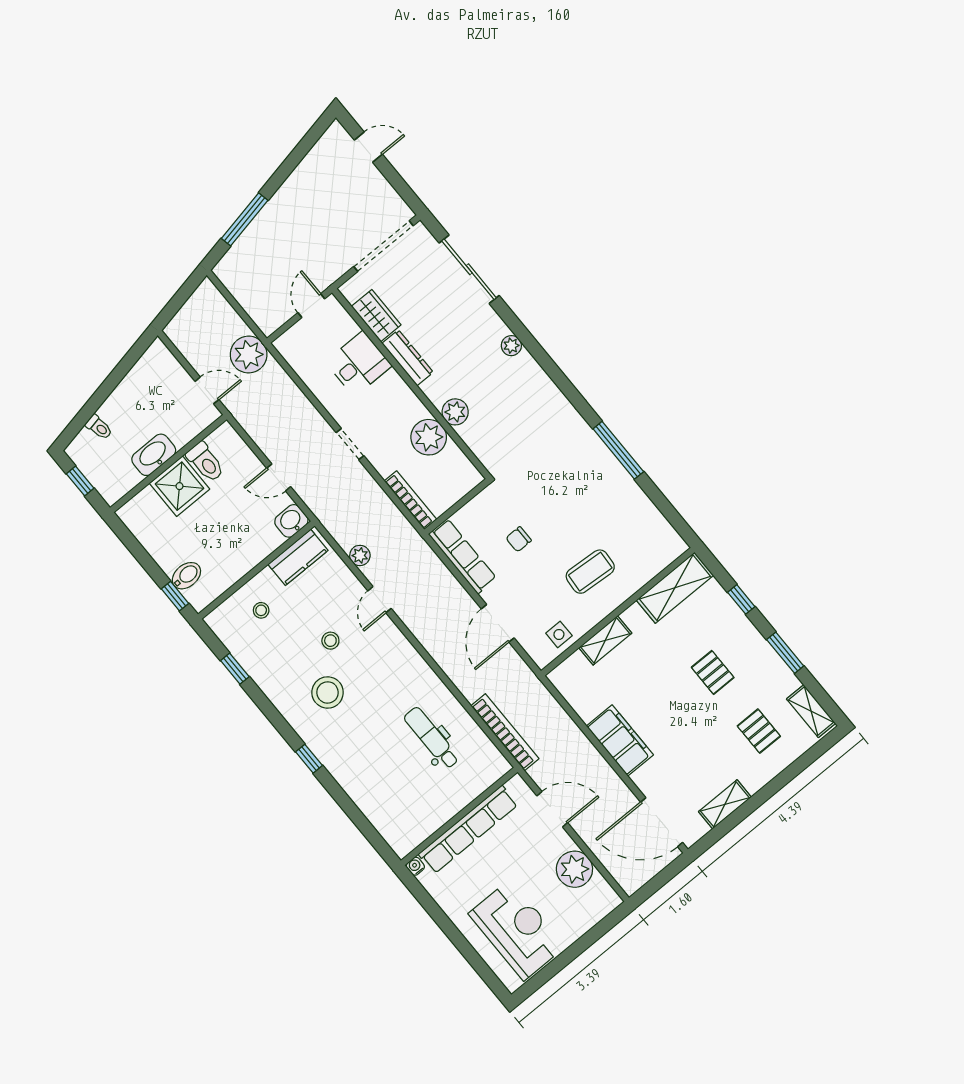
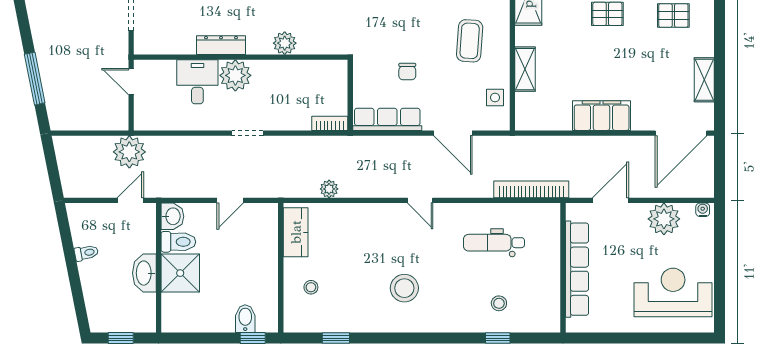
wardrobe: (376, 316) -> (174, 43), removed
toilet: (99, 427) -> (86, 253), moved
plant: (429, 437) -> (235, 75), moved
bookcase: (410, 500) -> (330, 123), width x0.64
washbasin: (291, 521) -> (172, 216), moved, turned 180
door: (379, 600) -> (420, 200), moved
stool: (330, 641) -> (499, 303), moved
window: (309, 759) -> (498, 338), moved
water cooler: (415, 866) -> (703, 210), moved, turned 90

